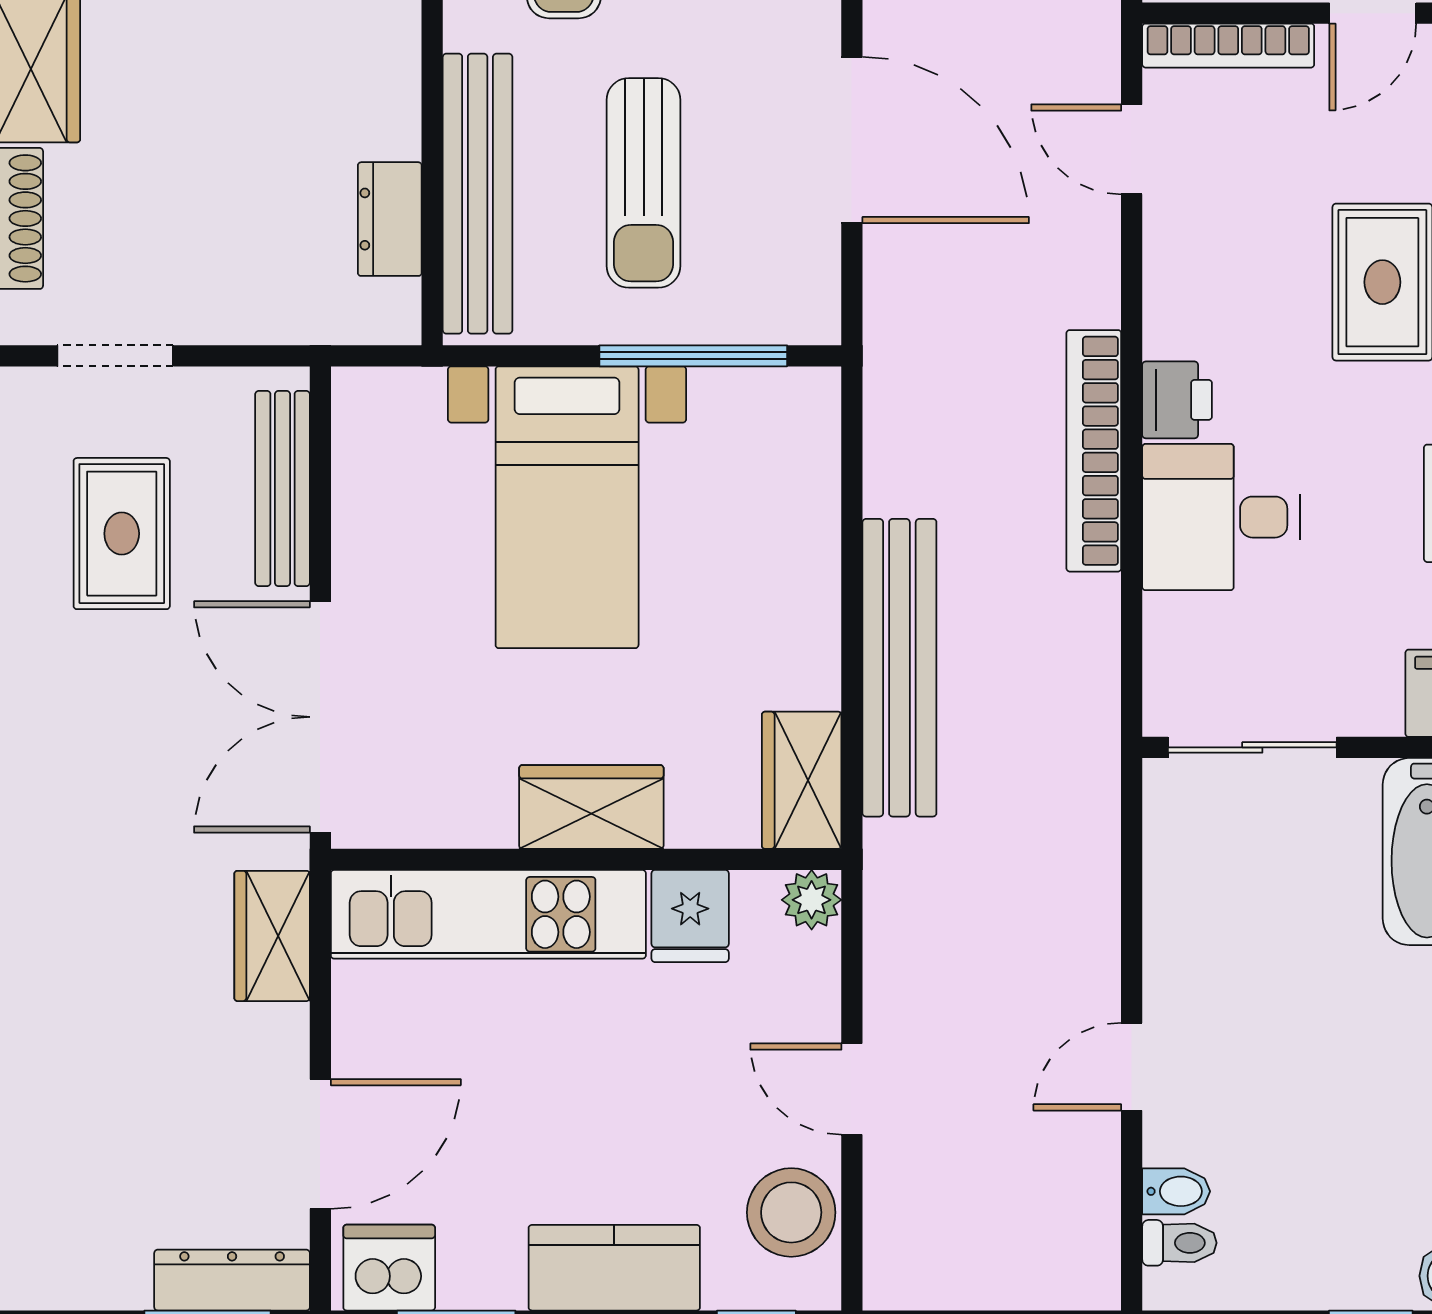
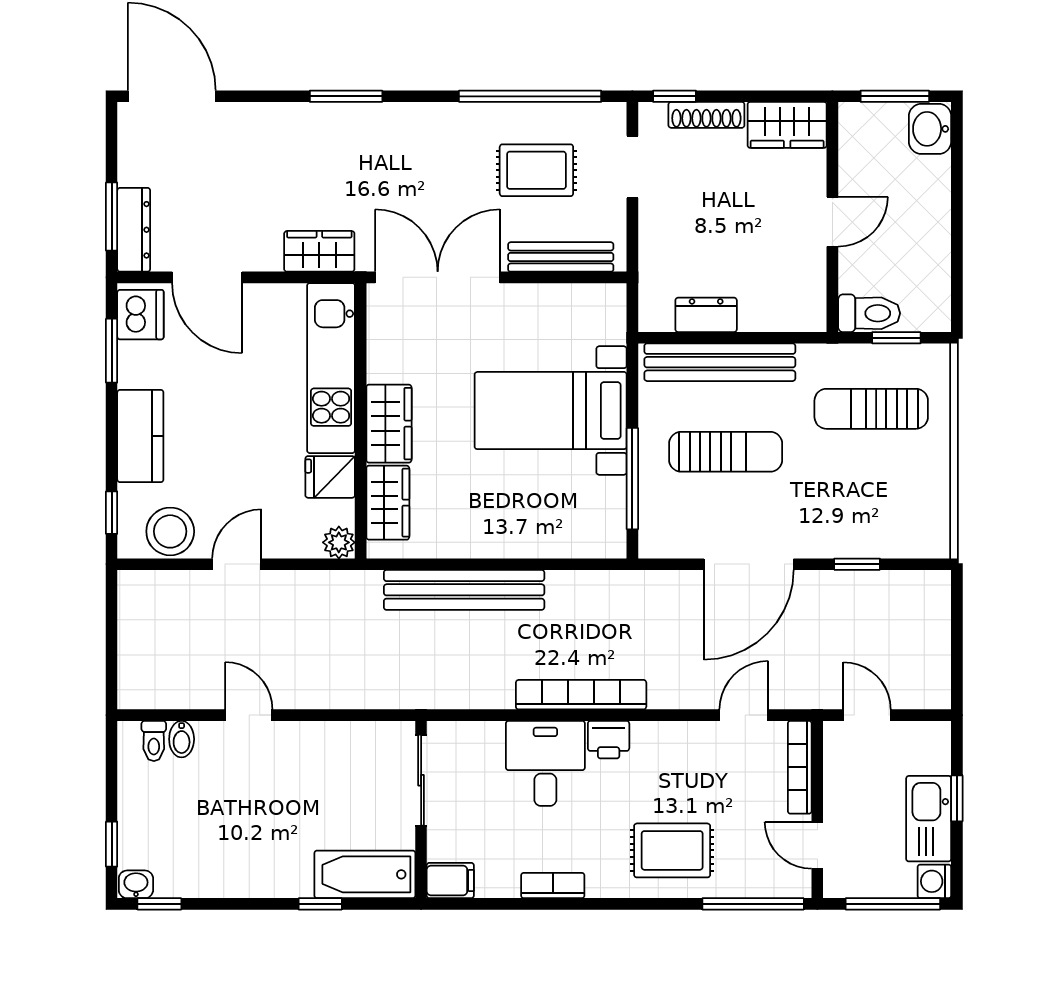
sun lounger: (644, 183) -> (726, 452), turned 180
wardrobe: (802, 780) -> (388, 503), moved, turned 90

